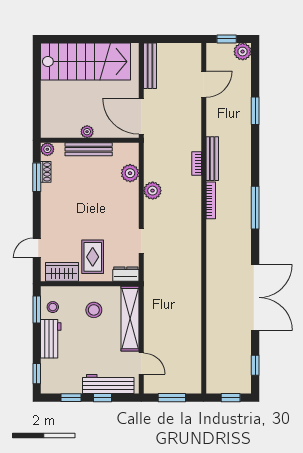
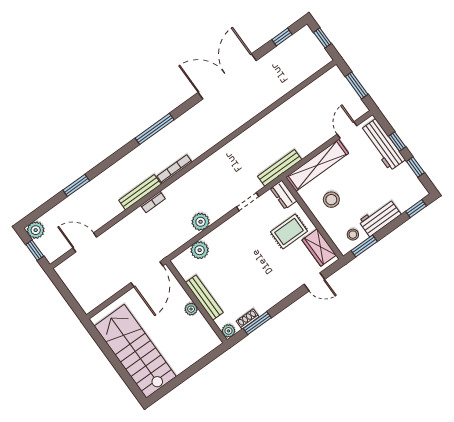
bench: (150, 66) -> (280, 168), moved

